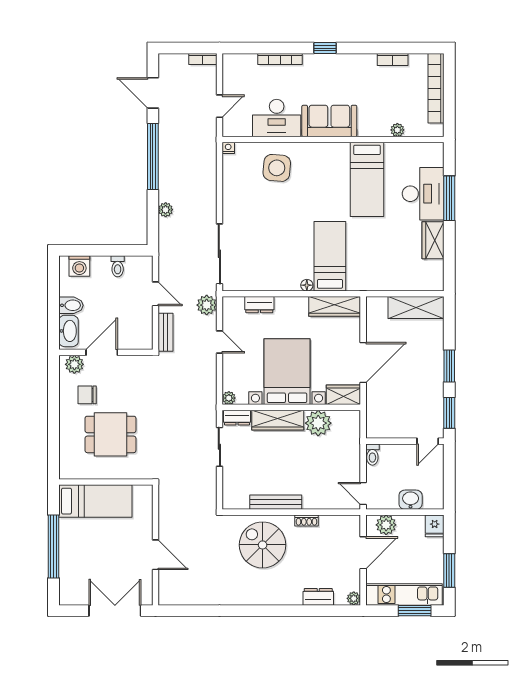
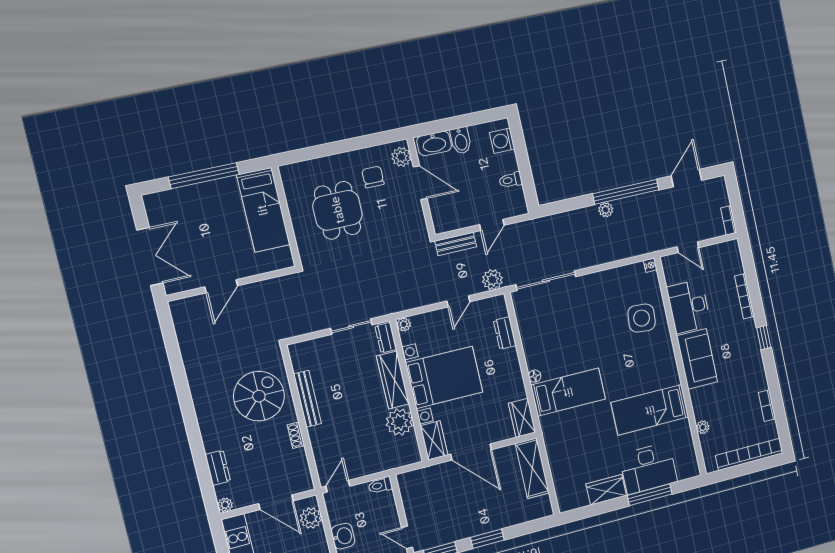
plant: (166, 210) -> (606, 210), moved
wardrobe: (335, 306) -> (522, 418), width x0.67
shelving: (416, 308) -> (532, 468), moved

